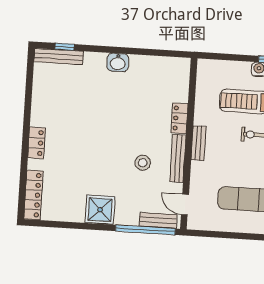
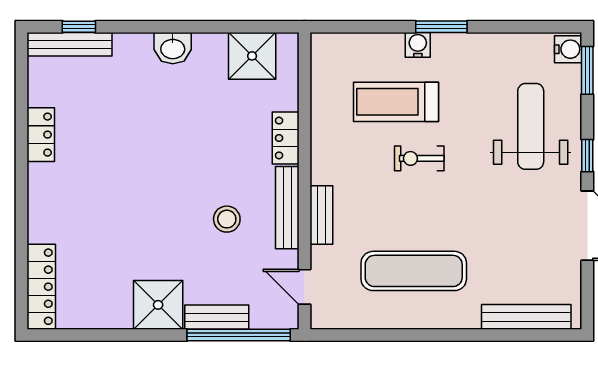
shower: (163, 70) -> (252, 56), added
locker: (36, 143) -> (41, 135), moved
bench: (199, 143) -> (321, 215), moved
bench: (158, 220) -> (217, 317), moved

